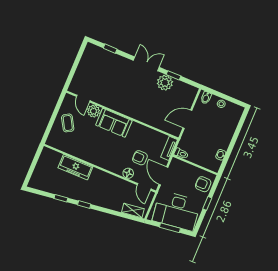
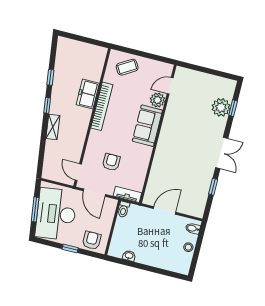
plant: (165, 83) -> (221, 107), moved
door: (187, 119) -> (165, 210), hinge flipped
coffee table: (68, 123) -> (127, 67), moved
bookcase: (92, 159) -> (102, 106), added
freezer: (75, 167) -> (88, 94), width x0.71
floor lamp: (128, 173) -> (91, 151), removed
door: (163, 176) -> (94, 193), swing flipped
door: (144, 187) -> (78, 172), hinge flipped
shelving: (133, 211) -> (53, 127), moved

